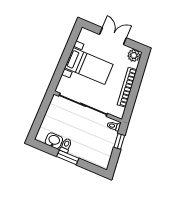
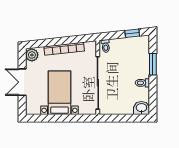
washbasin: (54, 141) -> (141, 108), moved, turned 90
window: (119, 141) -> (132, 33), moved
window: (68, 157) -> (153, 64), moved

